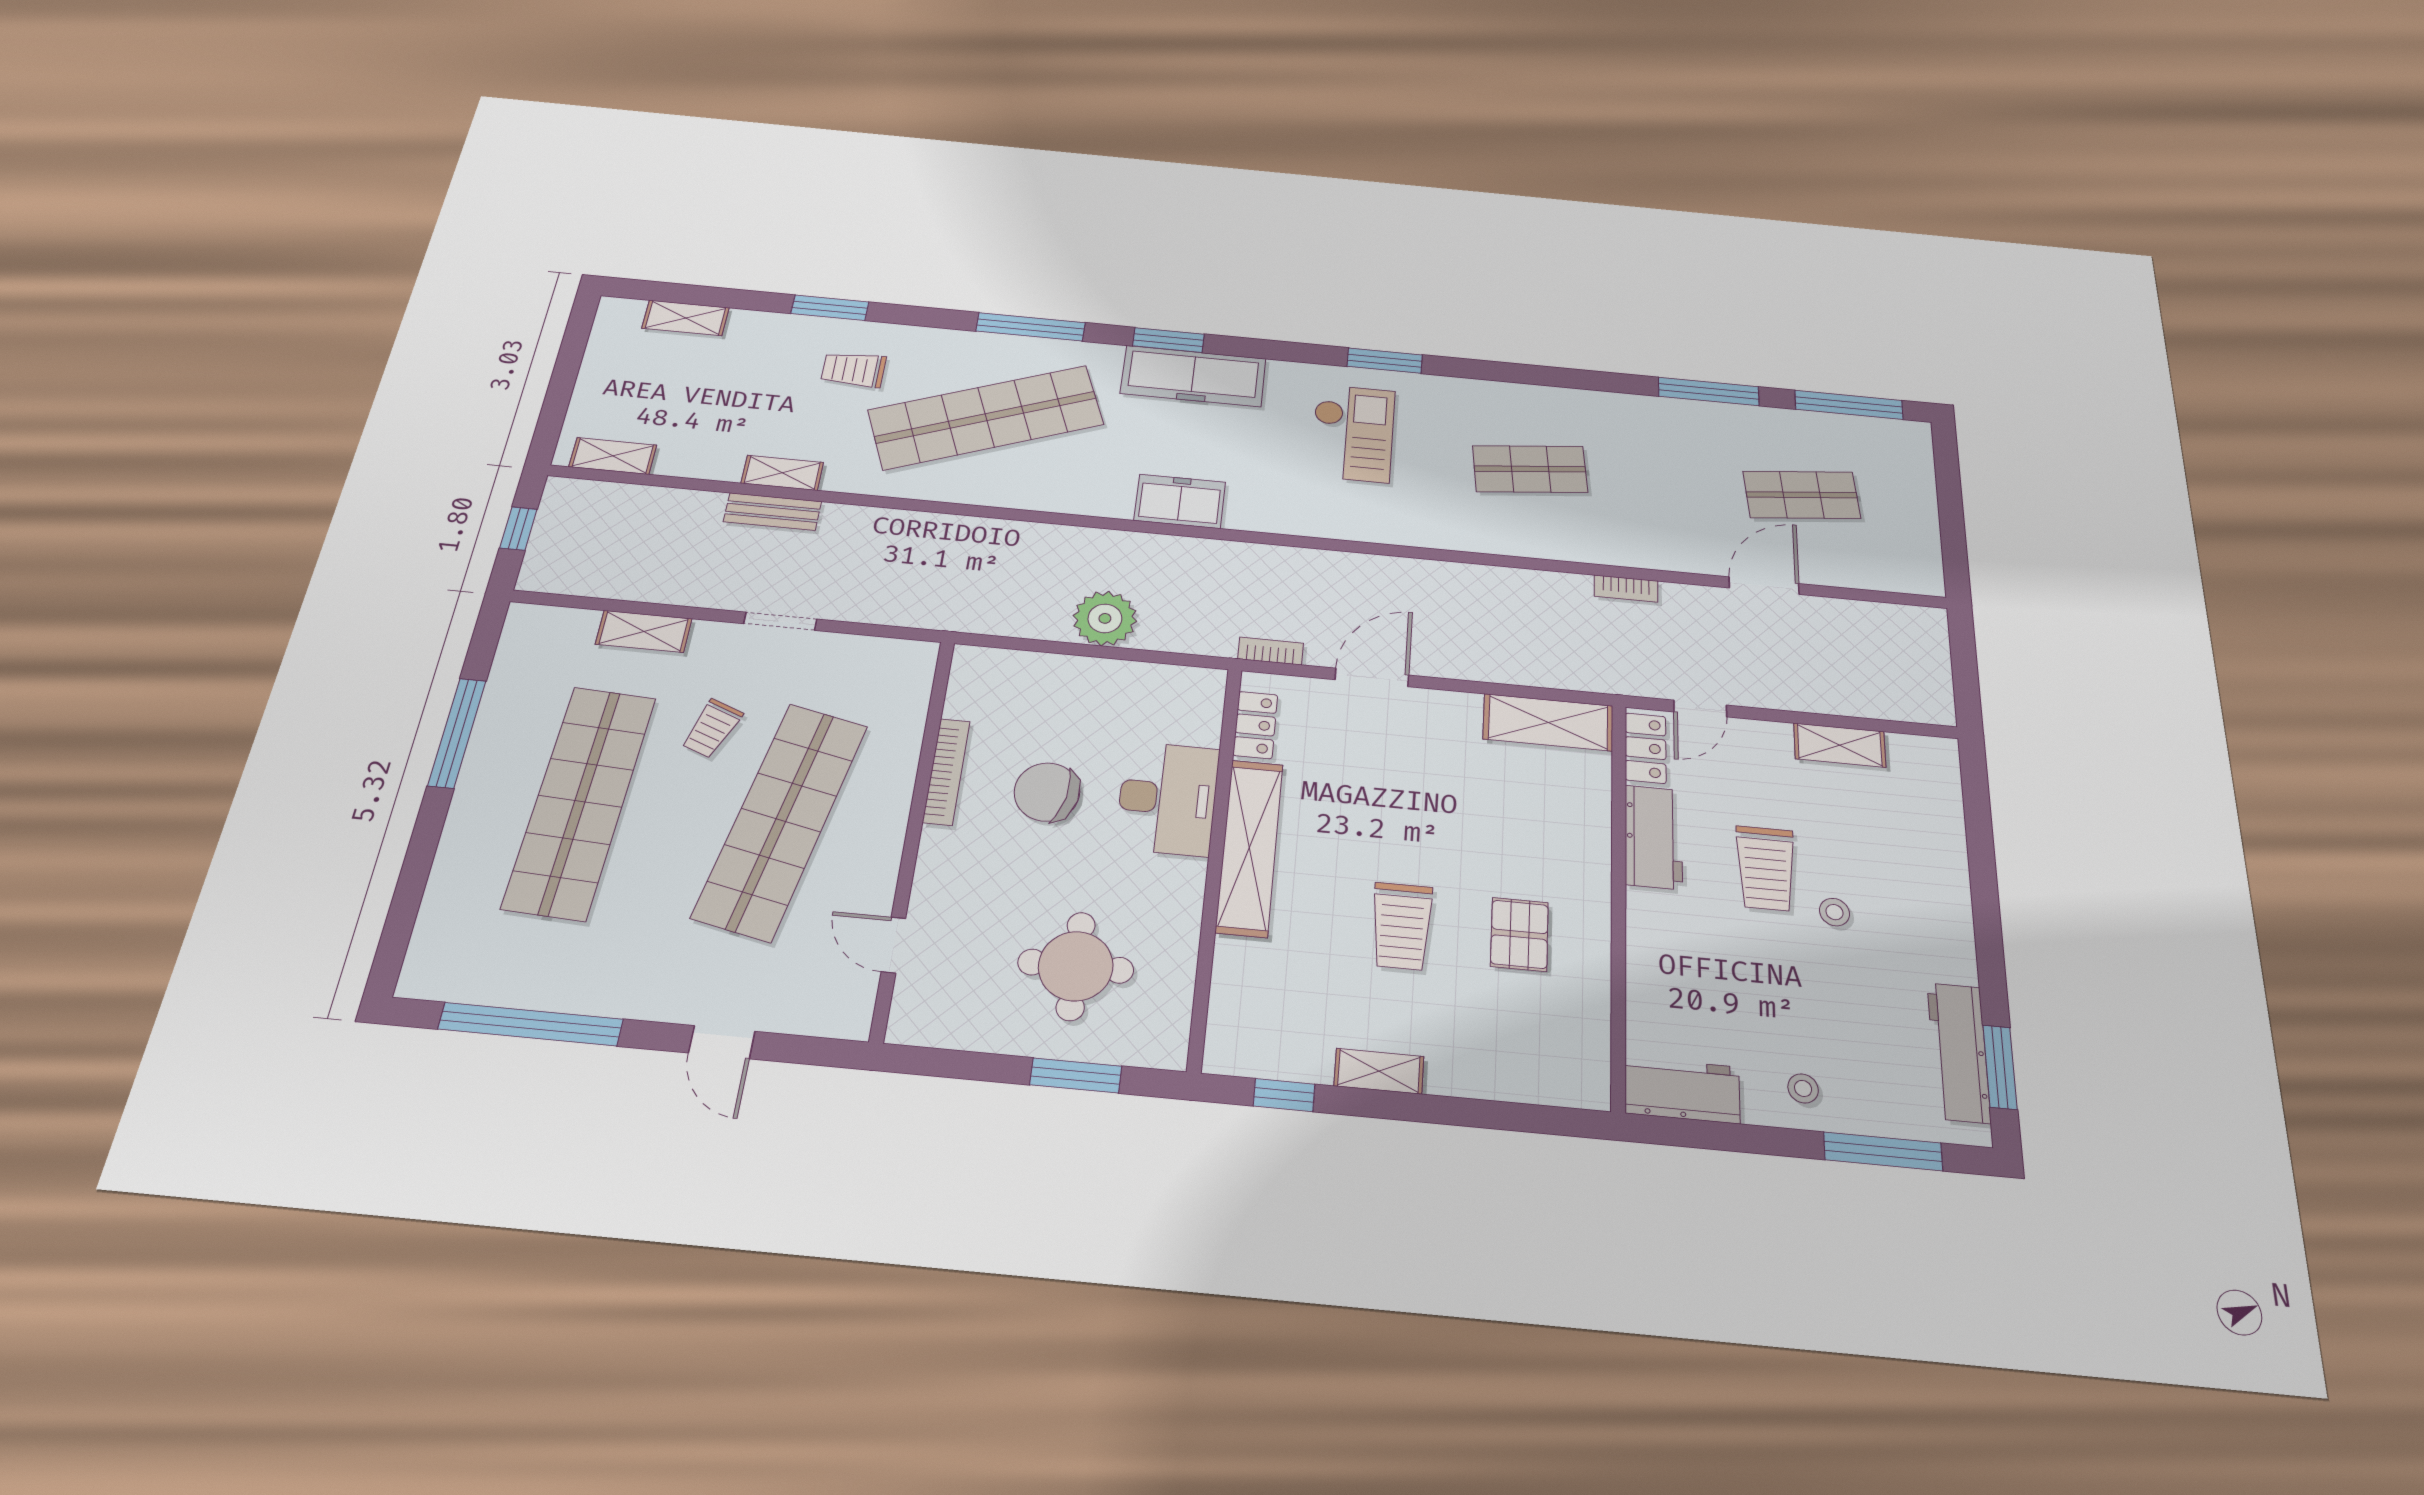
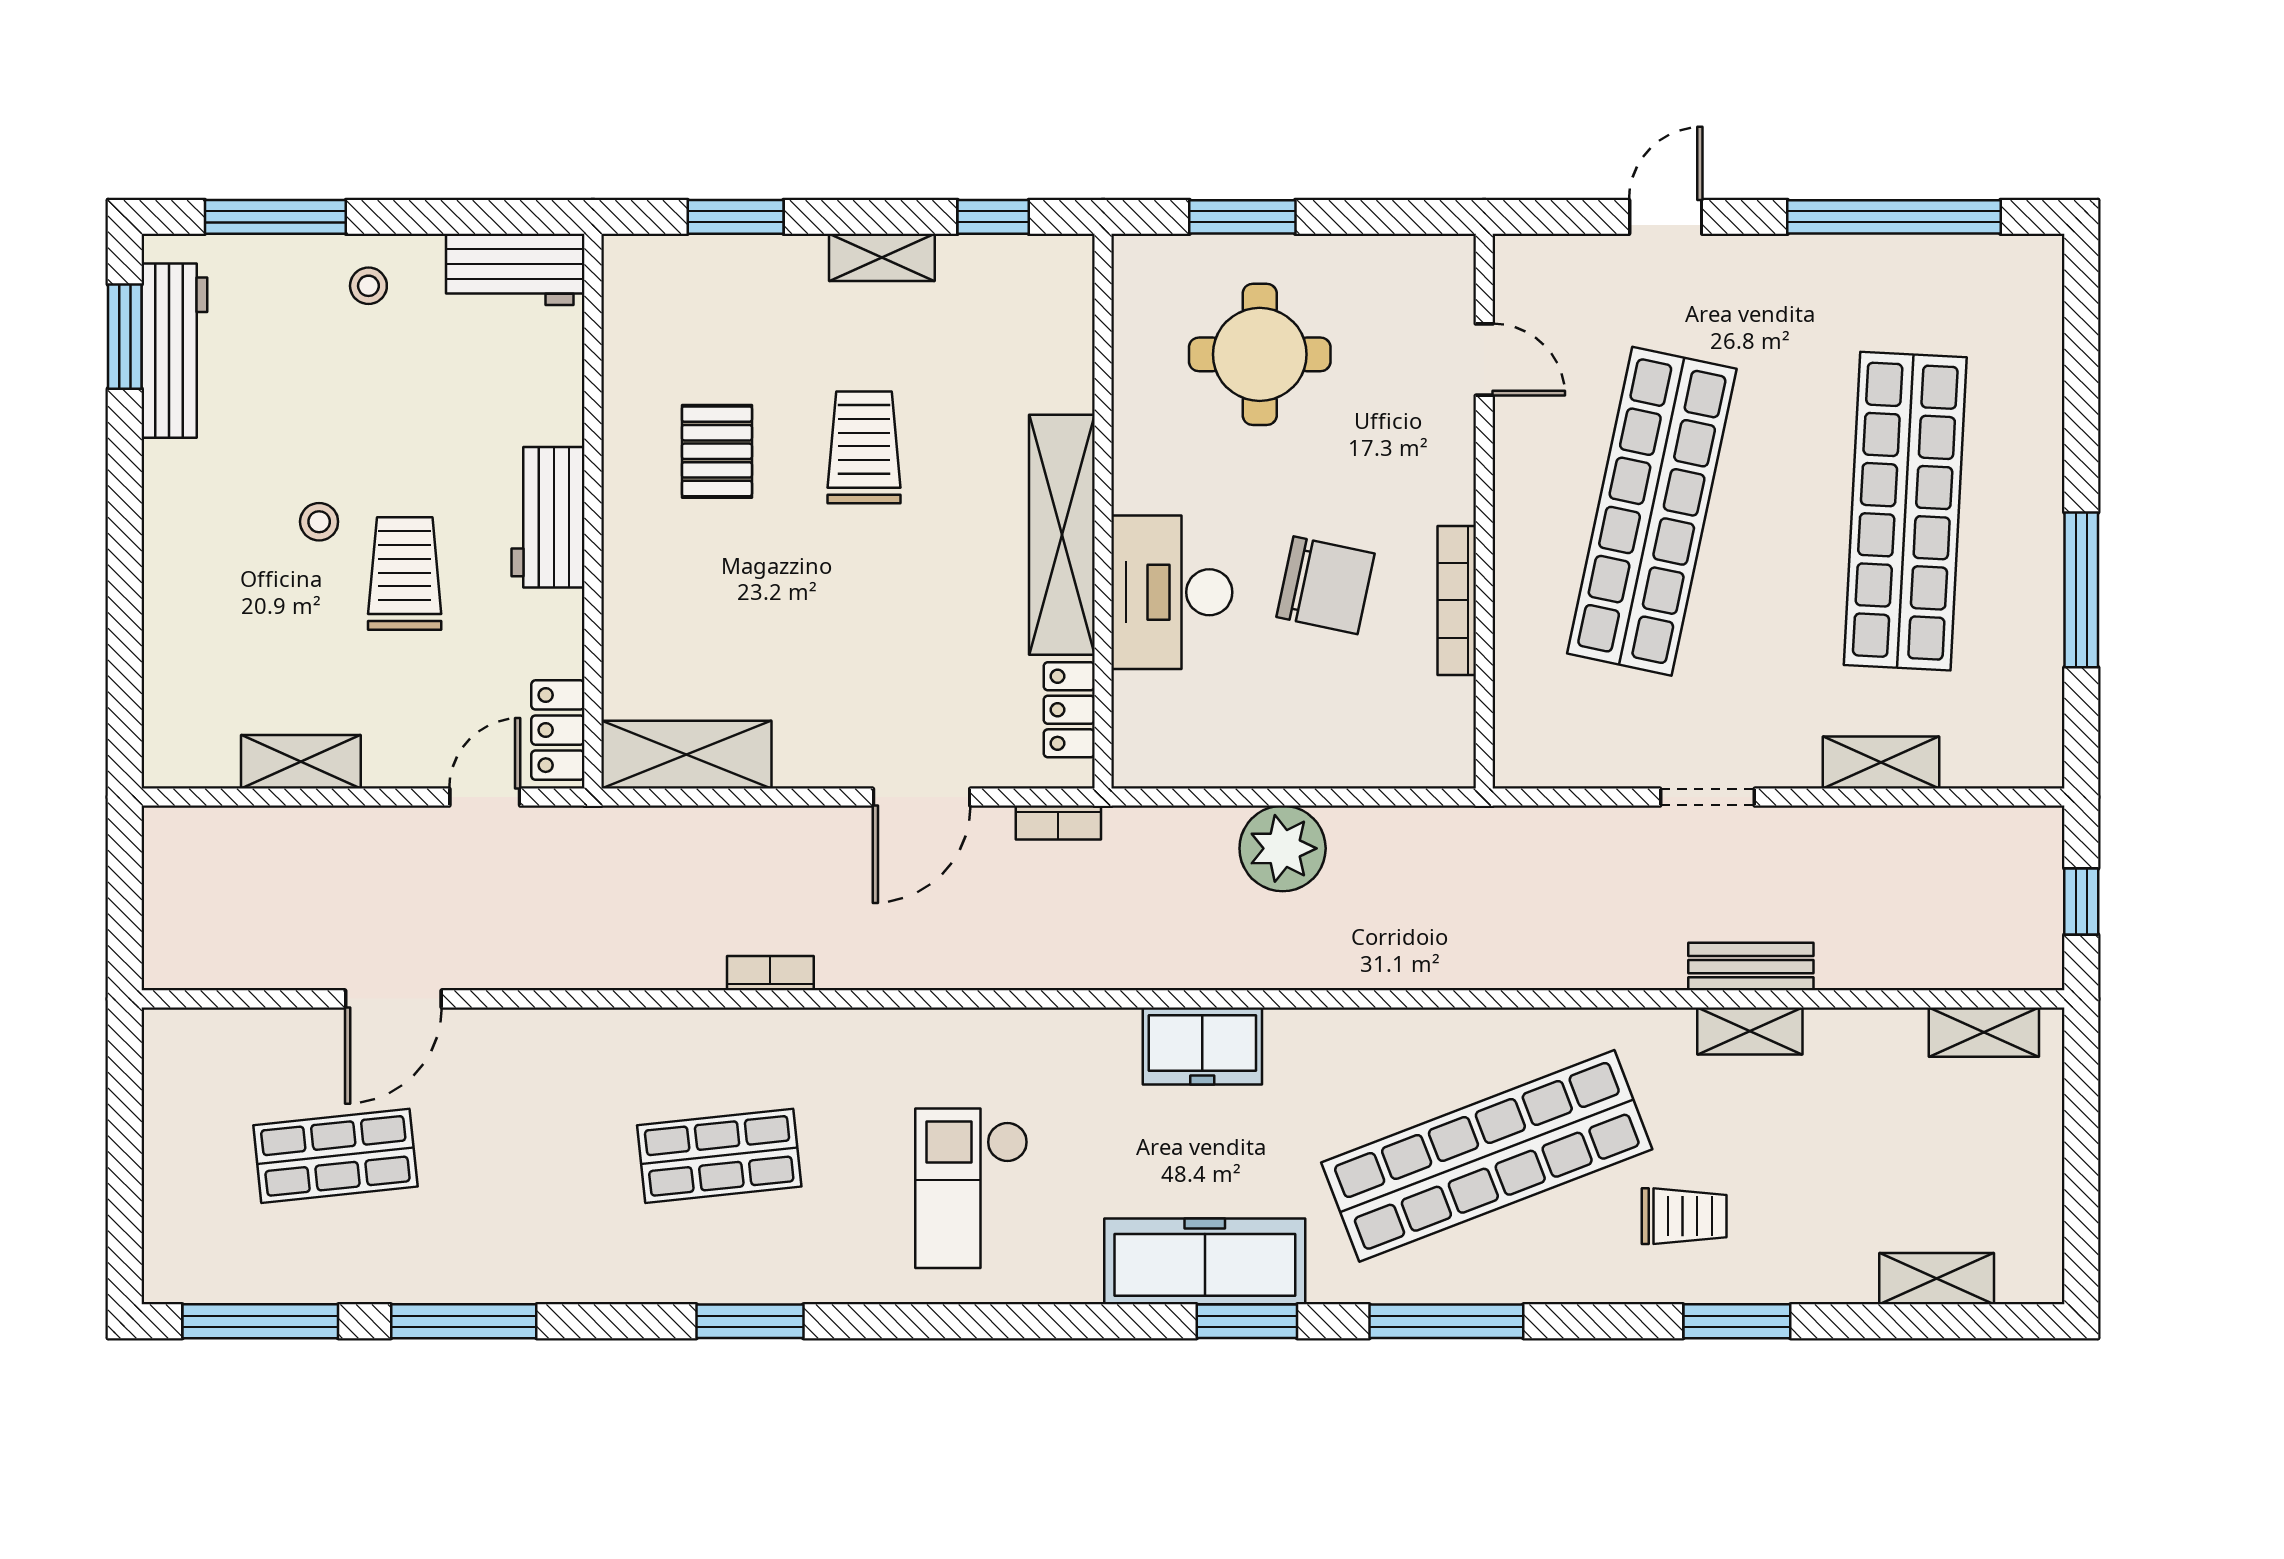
window: (1385, 361) -> (750, 1321), moved
bookcase: (1626, 589) -> (770, 973), moved
trolley: (712, 728) -> (1763, 630), removed
workbench: (1654, 837) -> (548, 517), moved
door: (722, 1042) -> (1666, 217), hinge flipped
window: (1499, 1115) -> (736, 217), added

